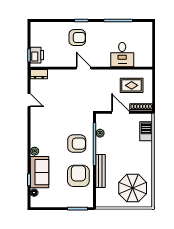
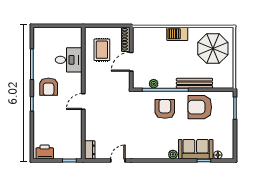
armchair: (77, 38) -> (49, 87), moved, turned 180
printer: (37, 55) -> (45, 152), moved
barbecue: (146, 131) -> (177, 34), moved

